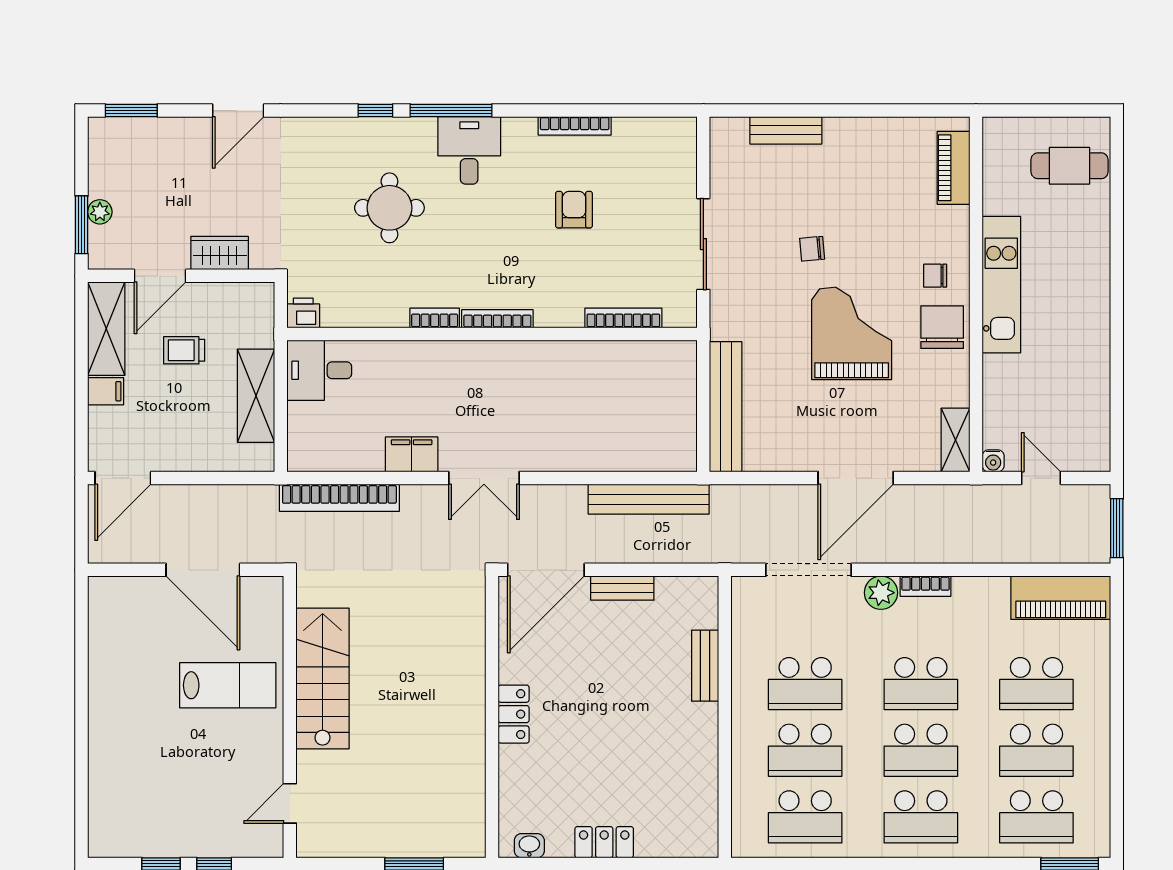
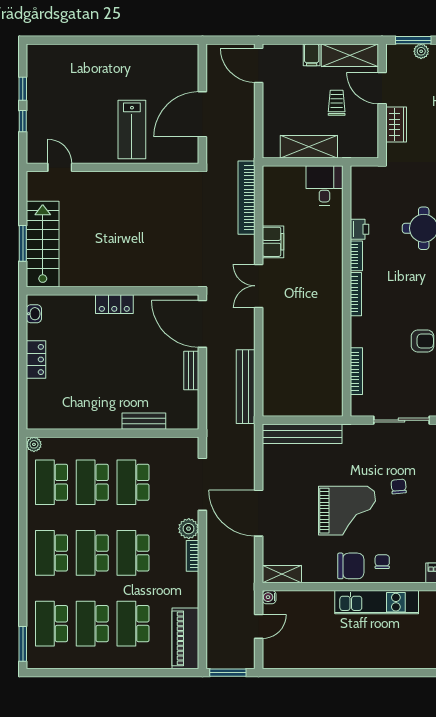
printer: (303, 313) -> (359, 229), moved
stairs: (323, 679) -> (43, 244), moved, turned -90
plant: (743, 846) -> (34, 444), added

